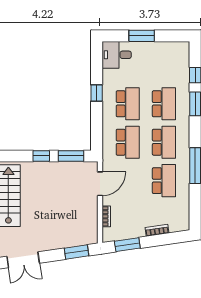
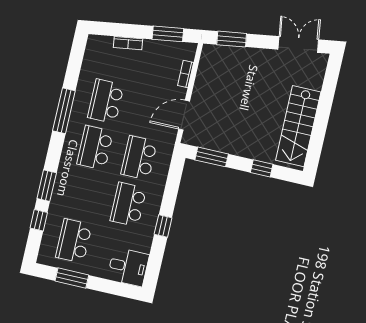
window: (142, 36) -> (72, 278), moved
school desk: (164, 104) -> (74, 241), moved
window: (41, 156) -> (262, 168), moved

